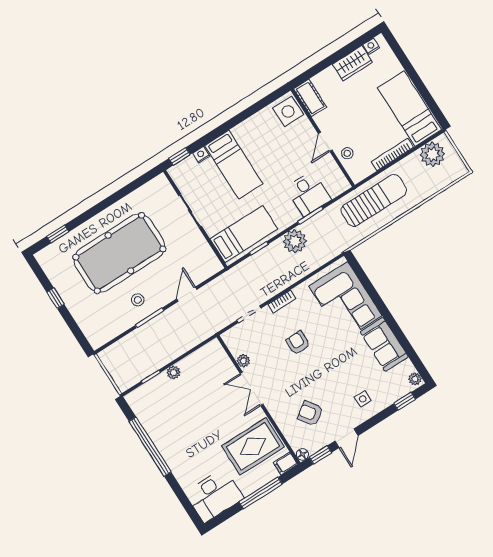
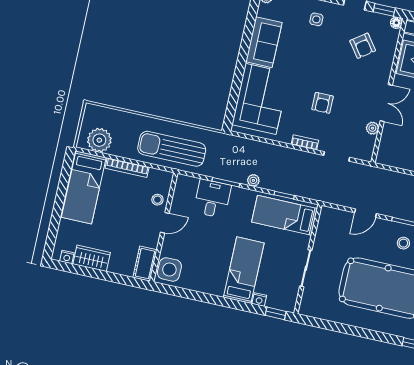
plant: (295, 241) -> (253, 180), width x0.53, depth x0.53

